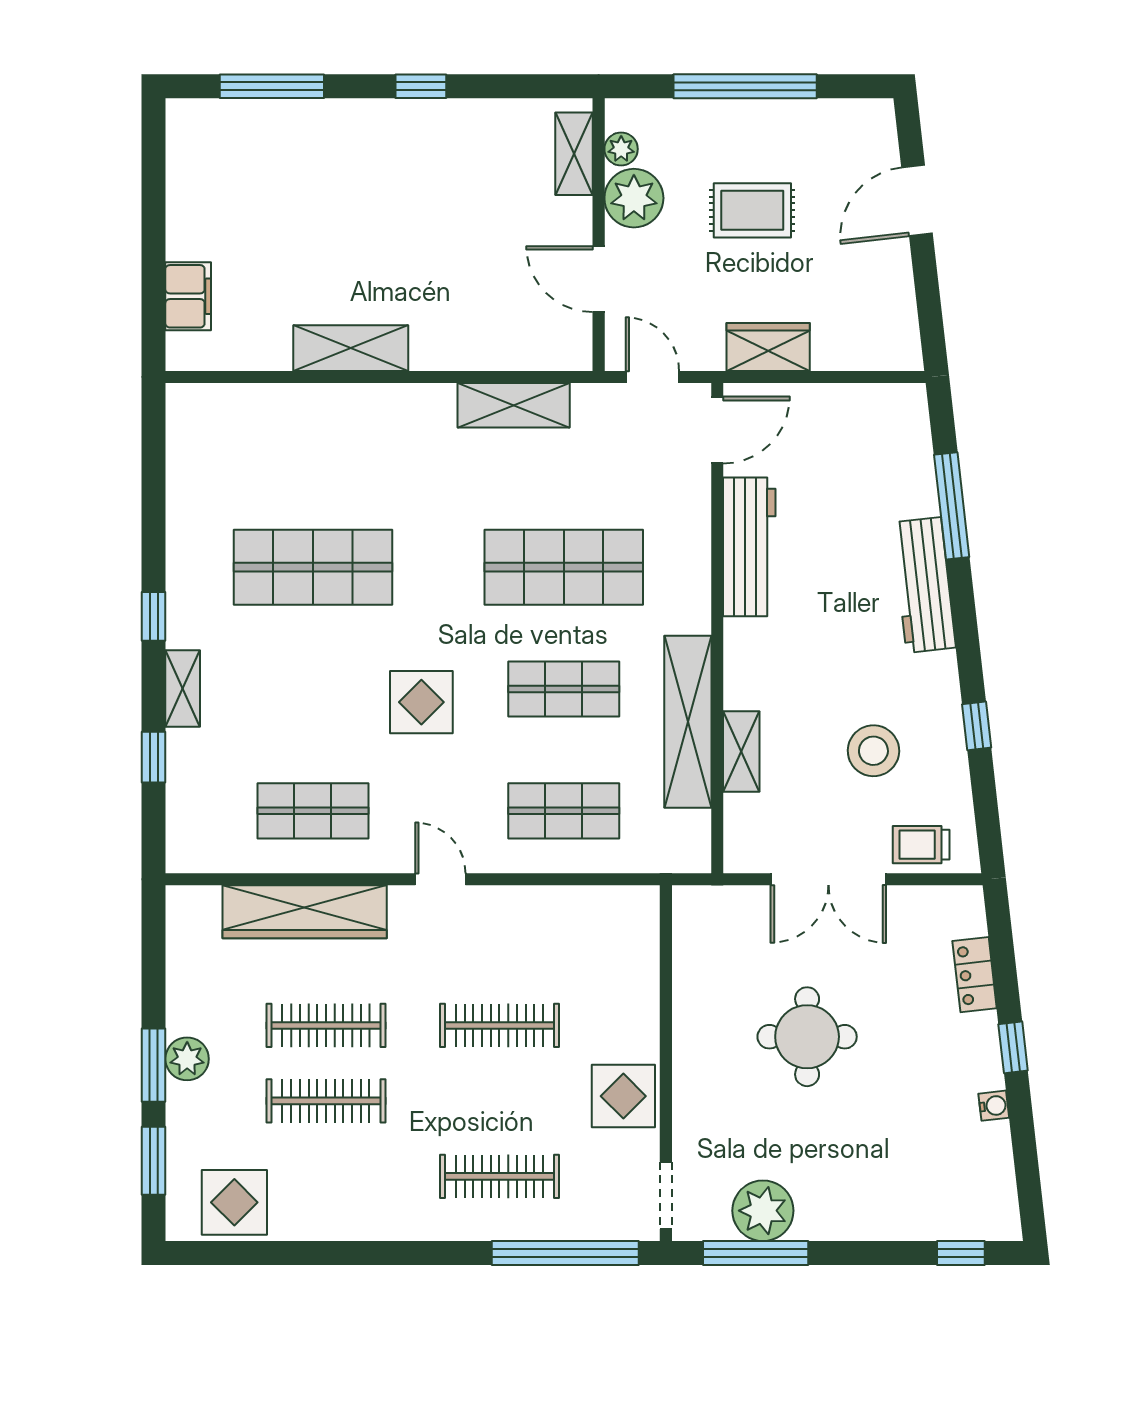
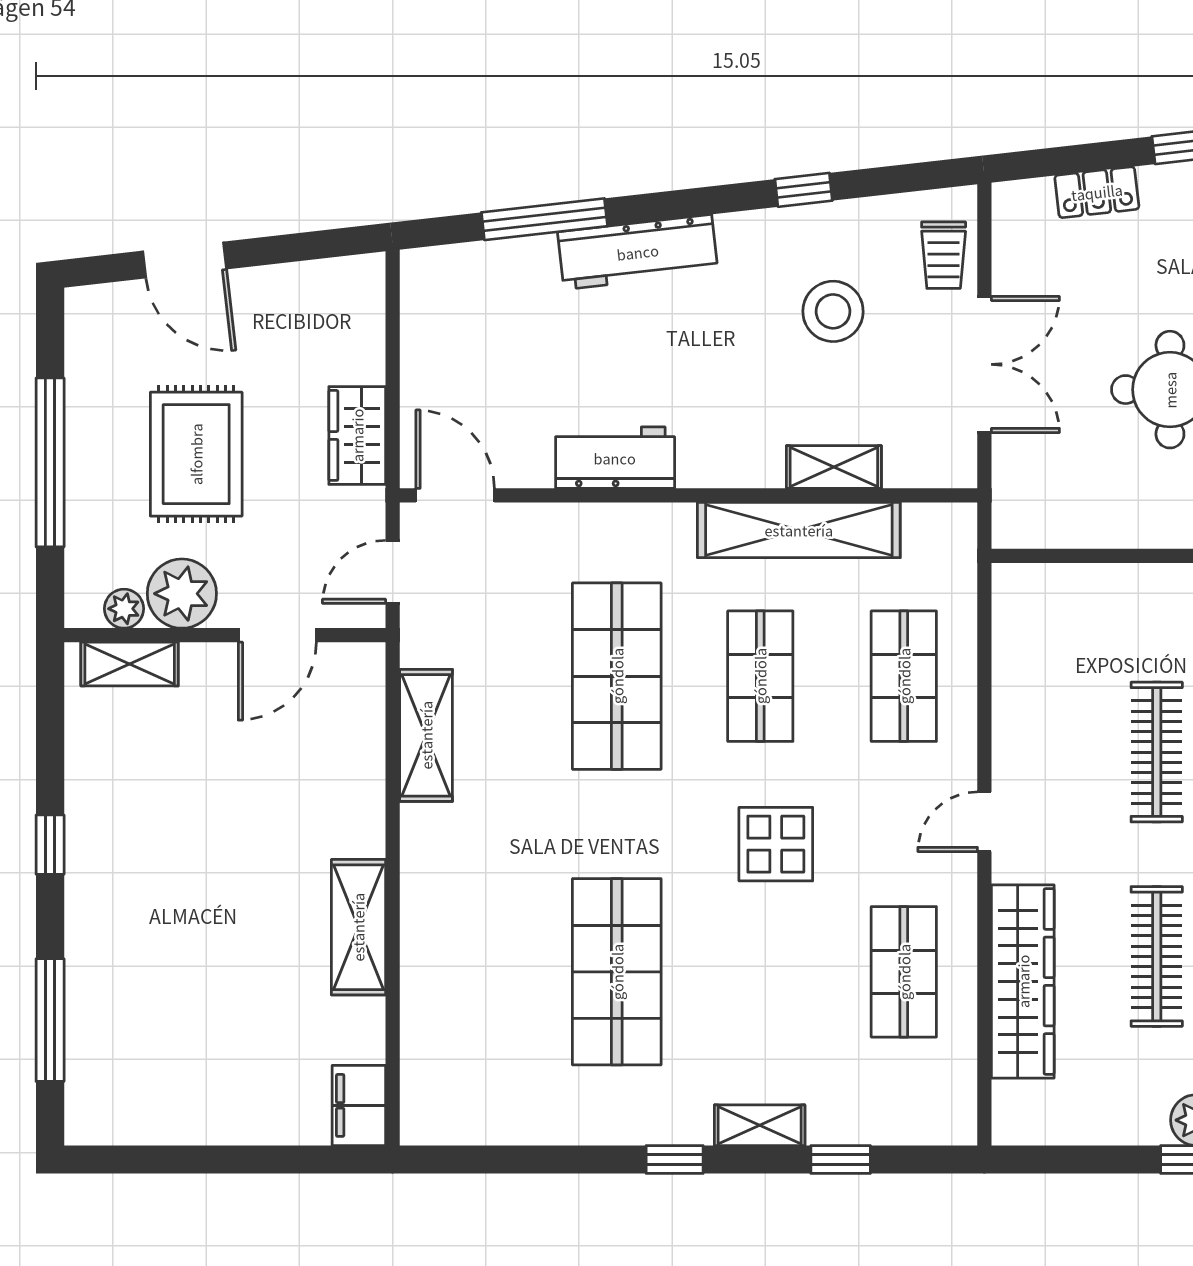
rug: (752, 210) -> (196, 454), width x1.36, depth x1.43
filing cabinet: (188, 296) -> (359, 1105), moved, turned -90
workbench: (749, 547) -> (615, 458), width x0.73

